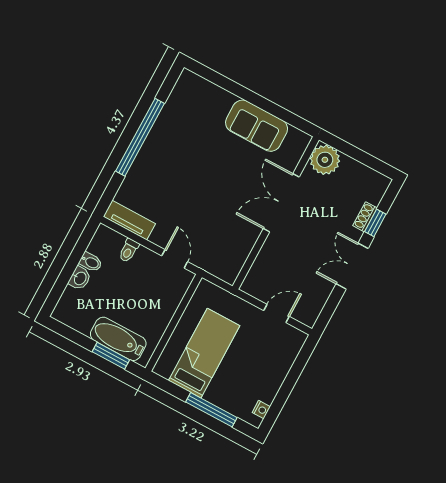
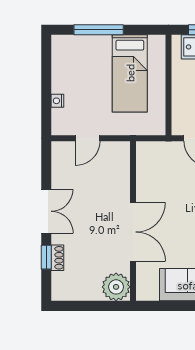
nightstand: (261, 410) -> (57, 101), moved

